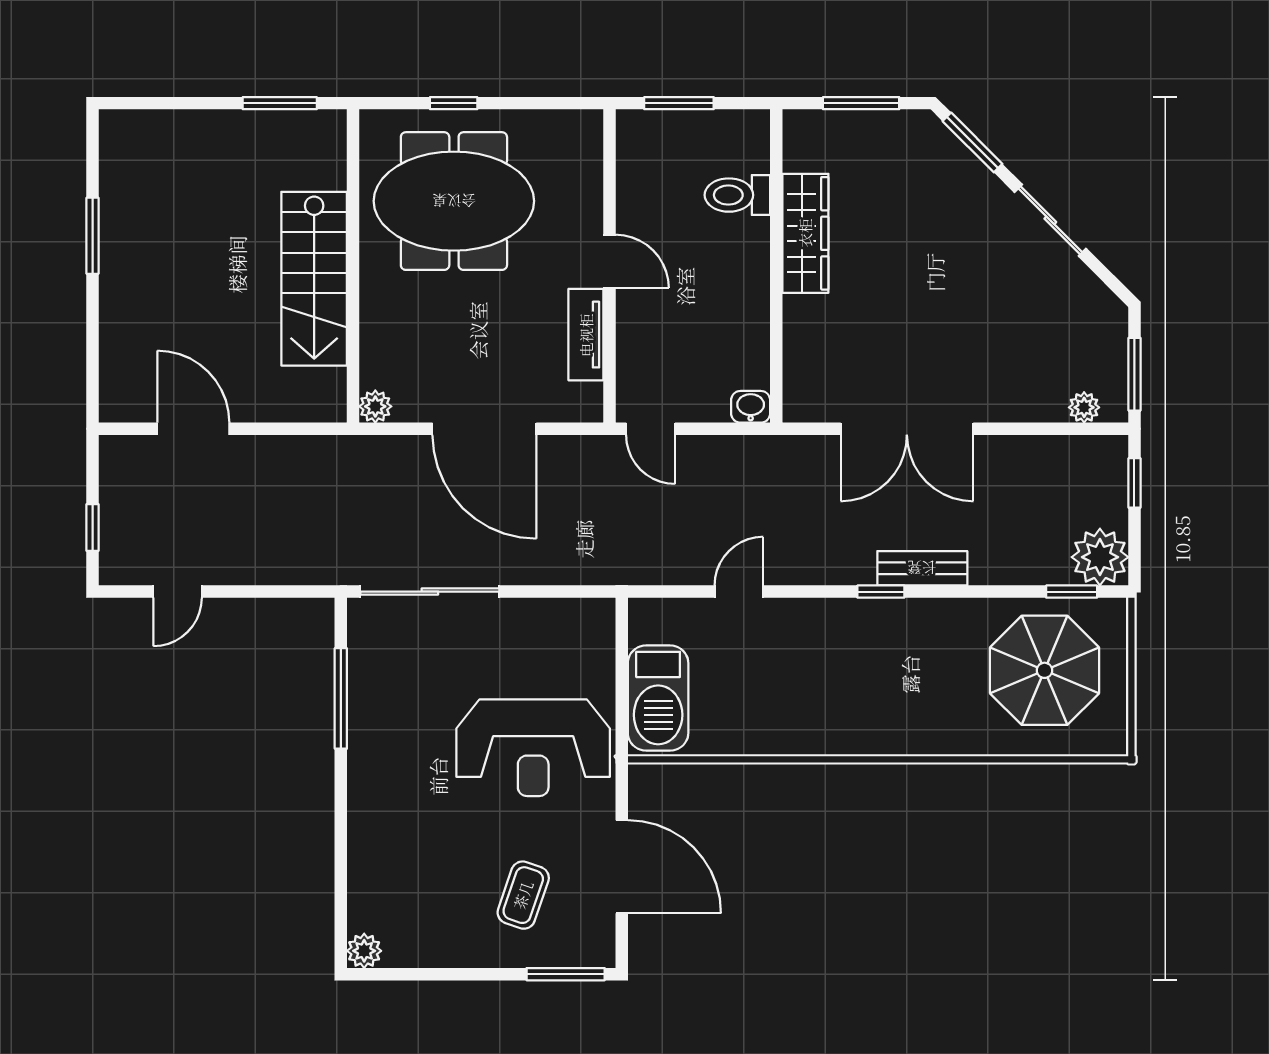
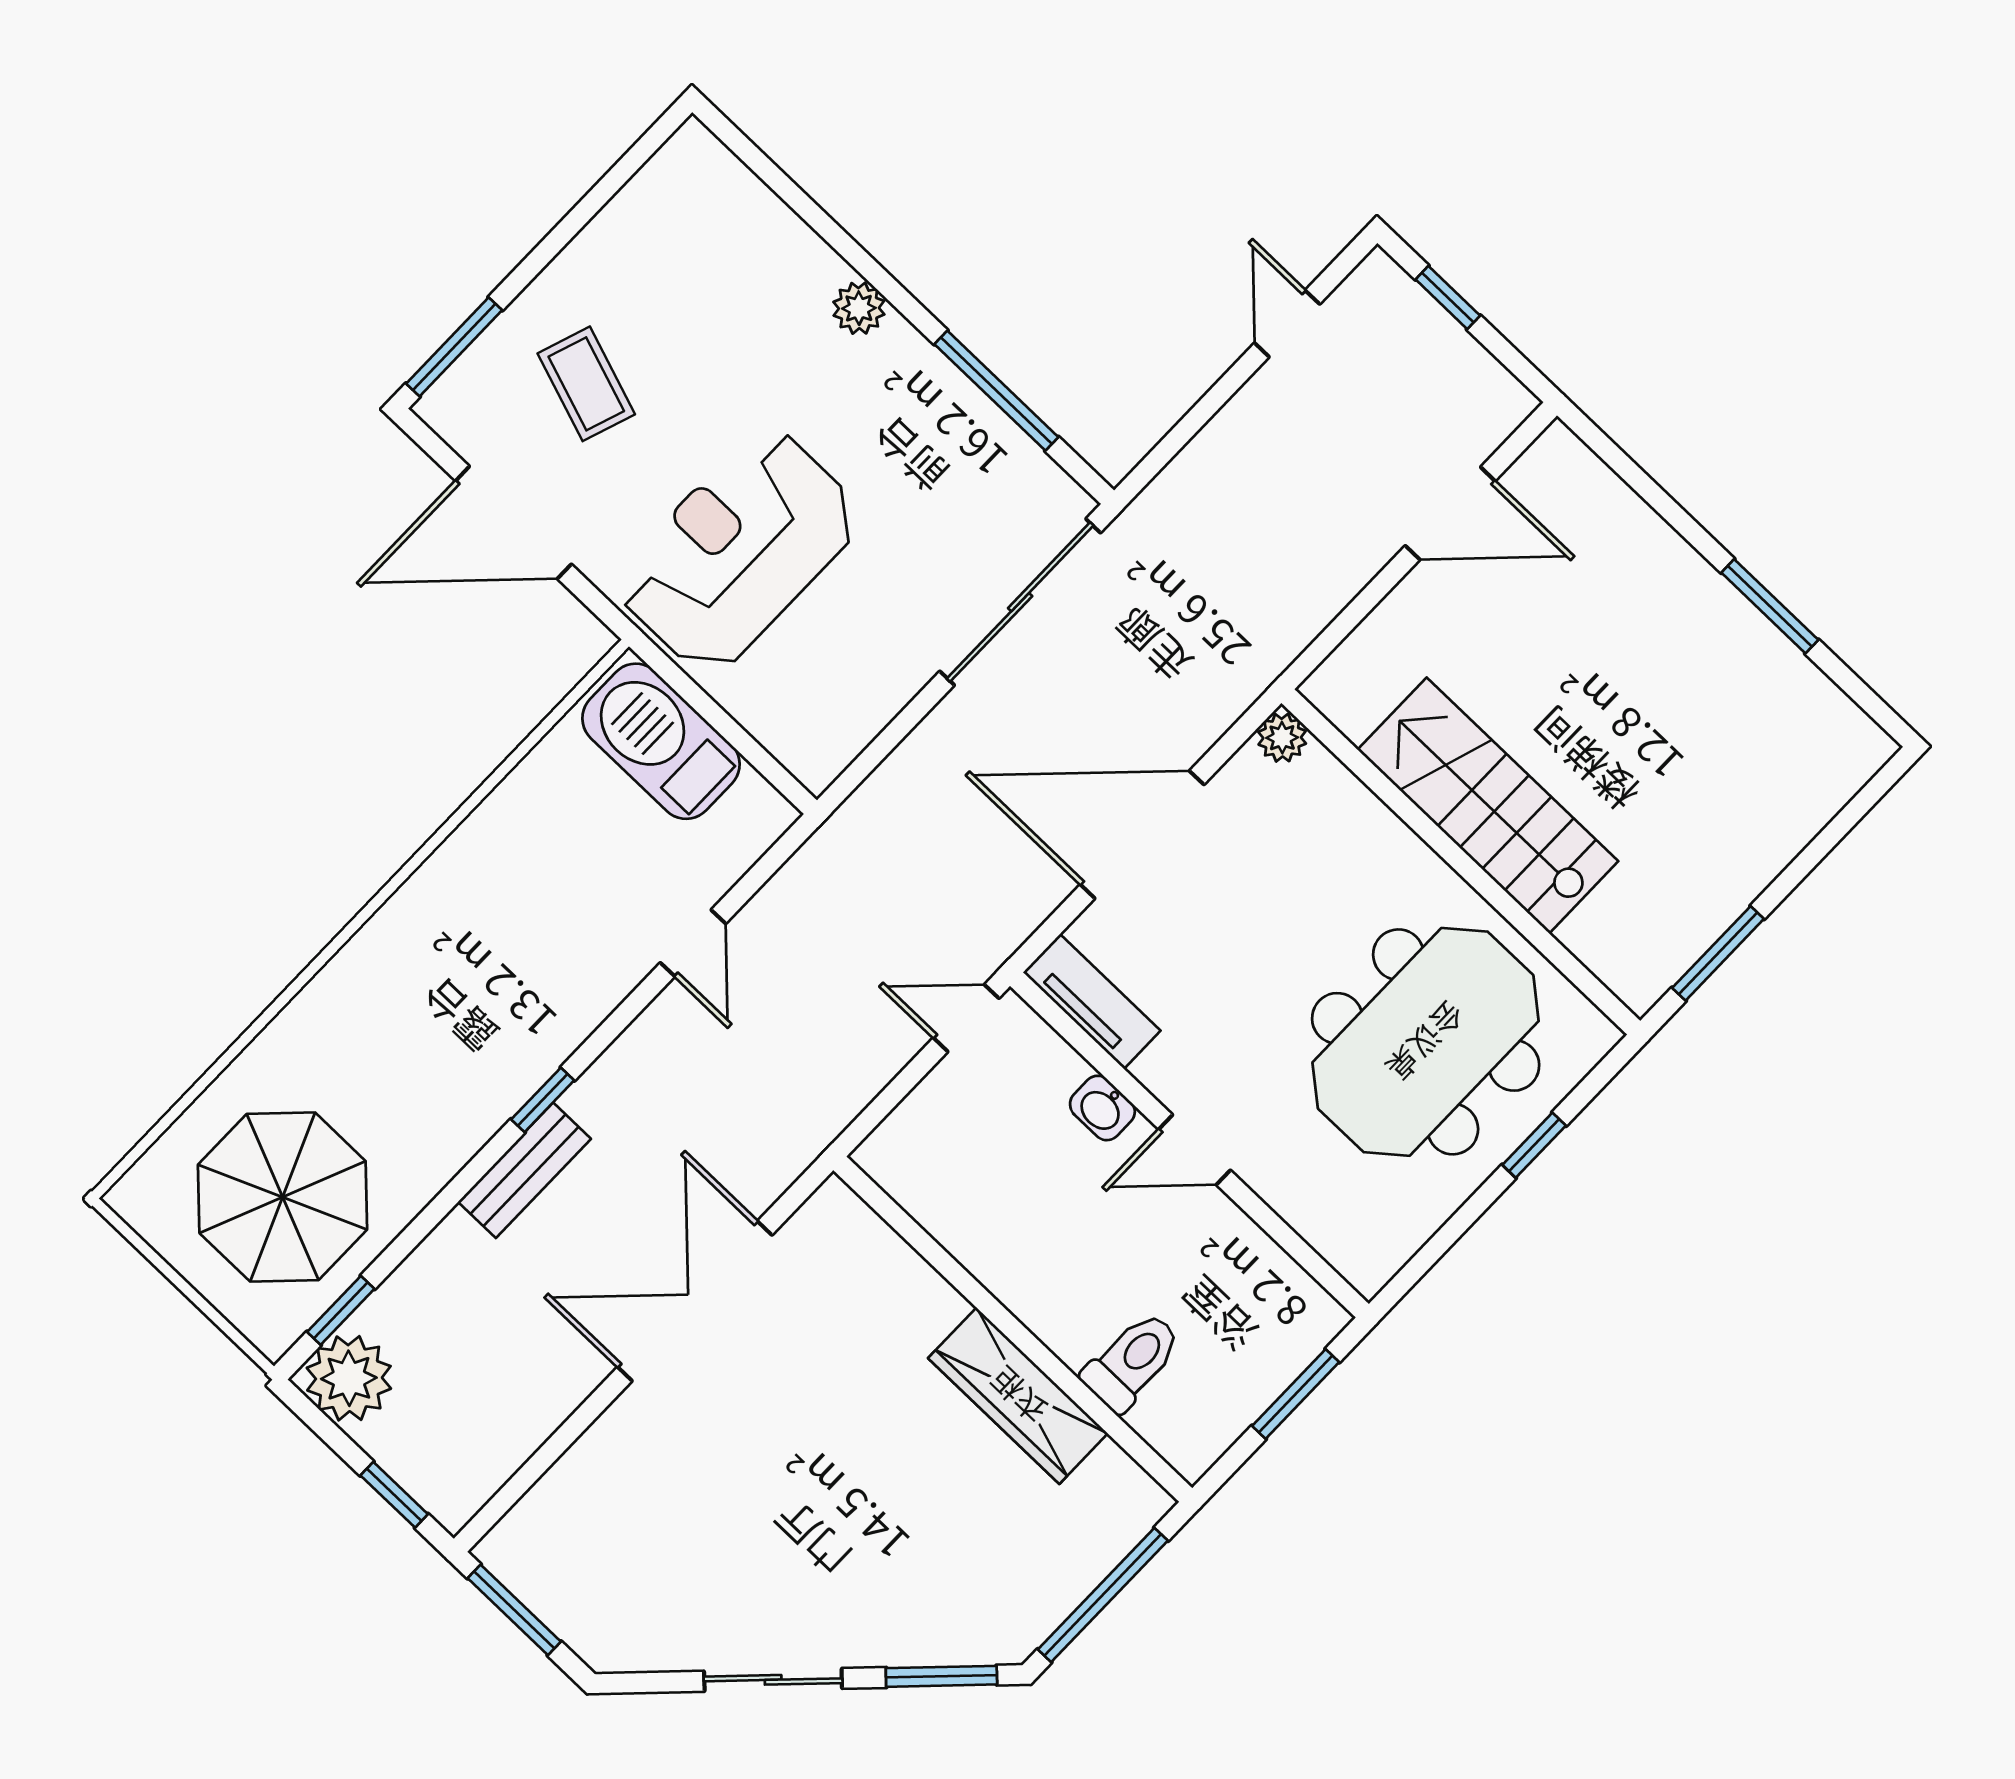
window: (861, 103) -> (1103, 1595), width x1.44
tv unit: (586, 335) -> (1092, 1001), moved
washbasin: (751, 407) -> (1102, 1108), moved, turned 90
plant: (1084, 407) -> (531, 1519), removed
plant: (364, 951) -> (859, 308), moved

